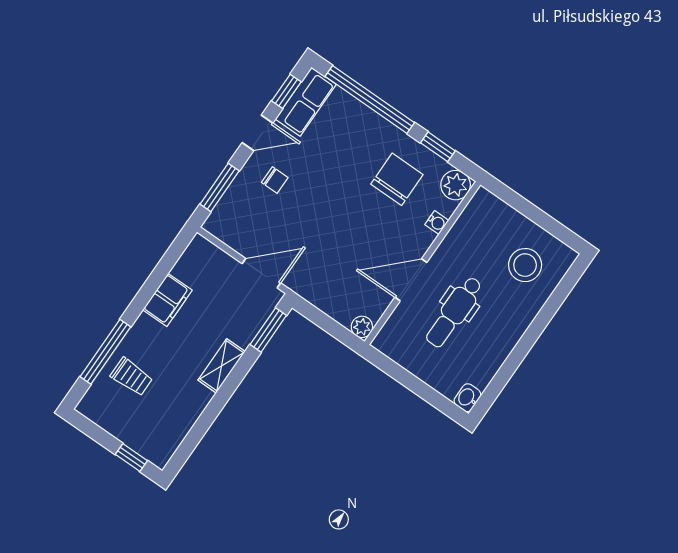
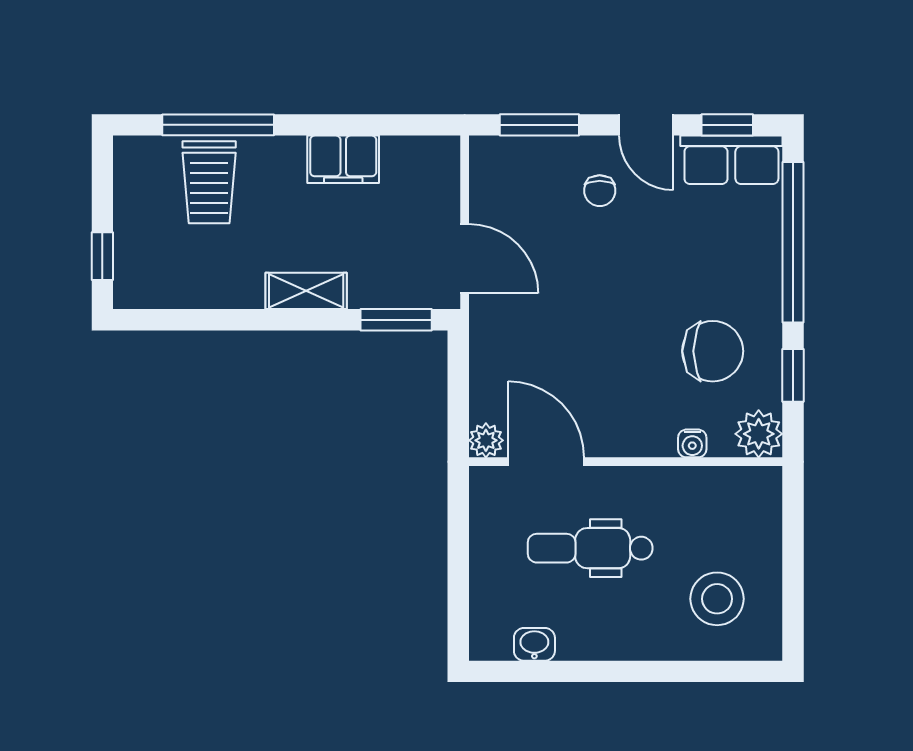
door: (411, 280) -> (546, 462), moved
trolley: (132, 377) -> (209, 182), width x1.36, depth x1.39
washbasin: (467, 398) -> (534, 644), moved

